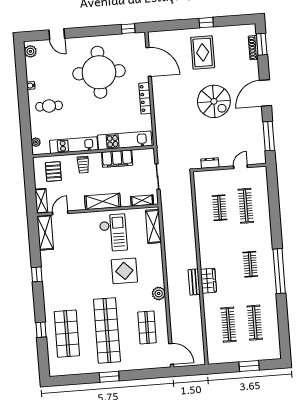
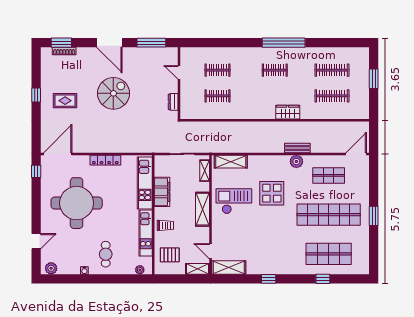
rug: (203, 52) -> (65, 101), width x0.73, depth x0.70
door: (149, 62) -> (58, 154), moved
clothes rail: (246, 206) -> (218, 70), width x0.73
bench: (194, 282) -> (297, 148), moved

